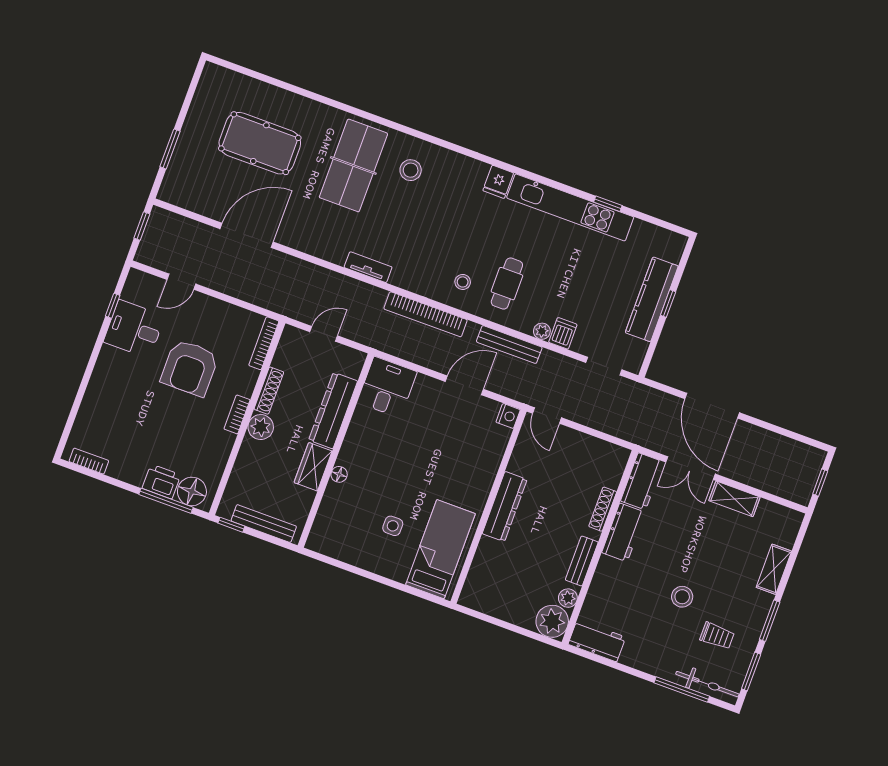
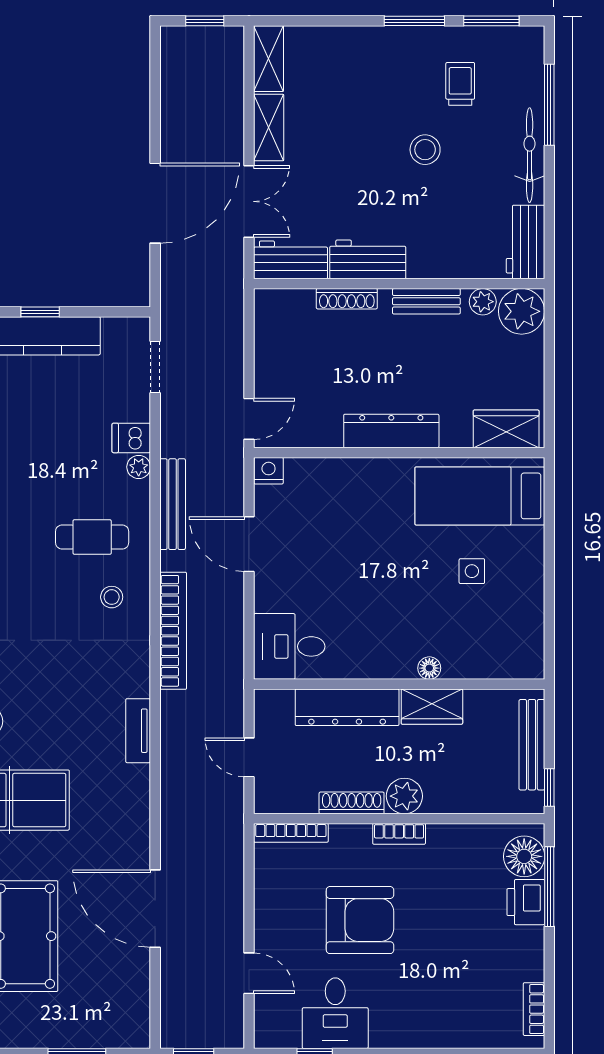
shelving: (774, 569) -> (269, 59), moved, turned 90
wardrobe: (478, 583) -> (506, 429), added
bicycle: (707, 684) -> (530, 155), moved

